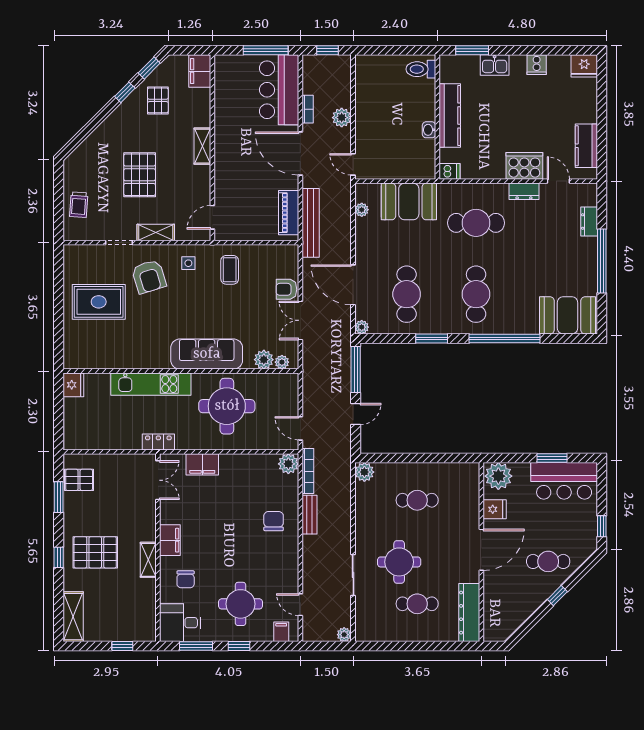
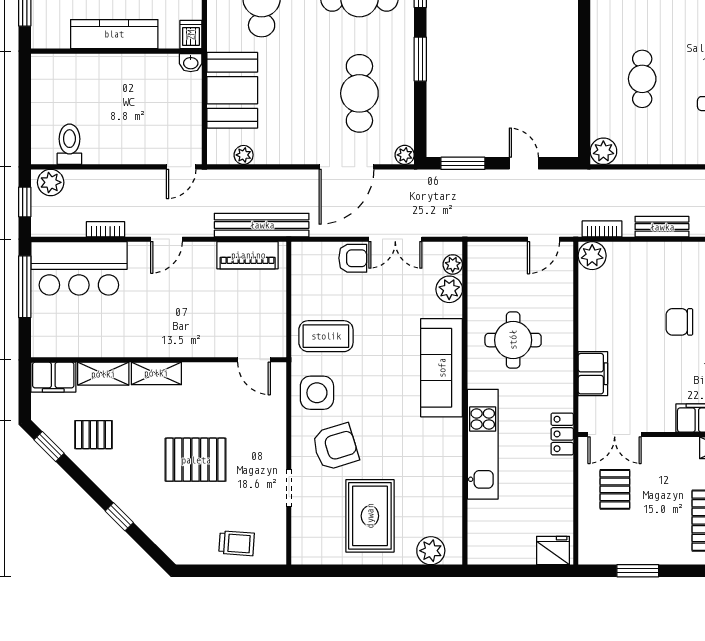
toilet: (421, 69) -> (69, 144), moved, turned 180
window: (125, 92) -> (119, 517), moved
plant: (342, 118) -> (51, 182), moved
washbasin: (429, 130) -> (191, 63), moved
door: (300, 154) -> (167, 239), width x0.53
shelving: (156, 233) -> (103, 374), moved, turned 90
side table: (188, 263) -> (317, 393), width x1.87, depth x1.87
coffee table: (230, 270) -> (326, 336), width x1.36, depth x1.30
armchair: (286, 289) -> (353, 258), turned -90
cafe table: (407, 294) -> (359, 93), turned 90
plant: (73, 346) -> (431, 551), added
window: (356, 370) -> (463, 163), width x0.69
fridge: (73, 385) -> (553, 551), moved
round table: (227, 406) -> (513, 340), width x0.73, depth x0.73
bookcase: (308, 471) -> (602, 229), width x0.64
pallet: (79, 480) -> (615, 489), moved
double door: (158, 480) -> (615, 435), swing flipped
chair: (274, 521) -> (679, 322), moved

